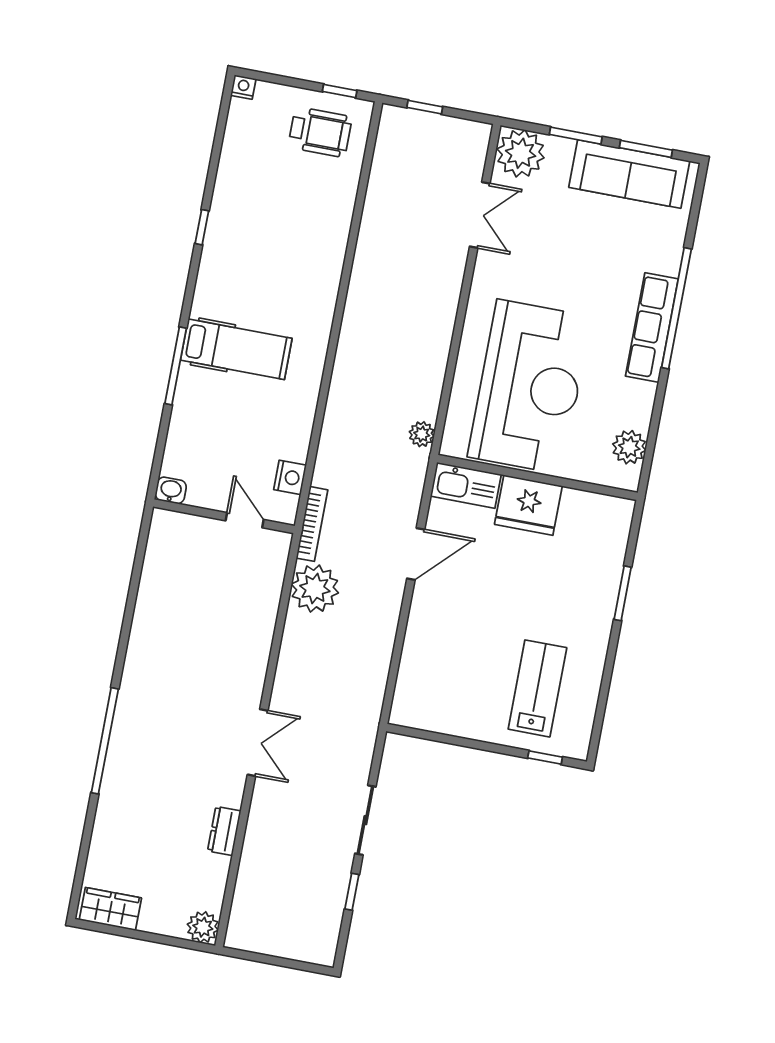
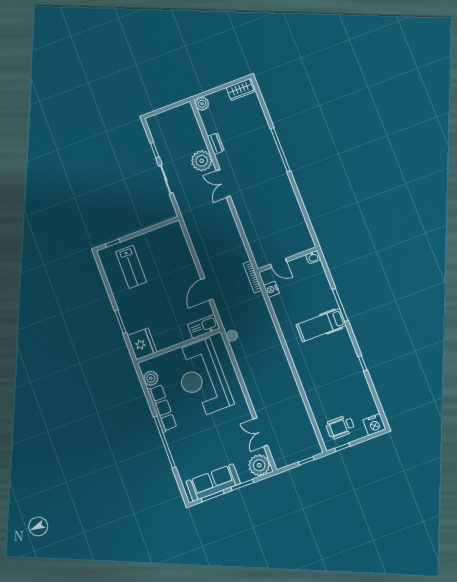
nightstand: (243, 87) -> (374, 424), width x1.89, depth x1.79
row of seats: (652, 328) -> (162, 408), moved
fridge: (528, 505) -> (142, 344), moved, turned 90
plant: (315, 589) -> (202, 161), moved

